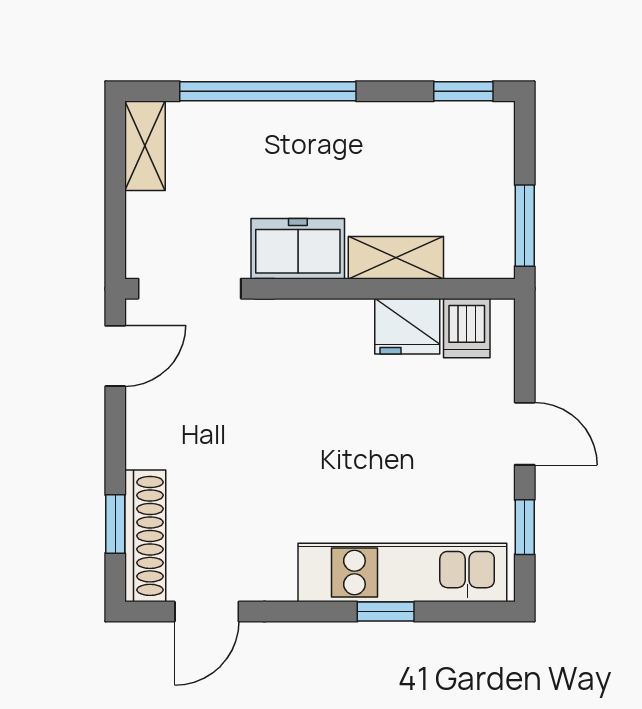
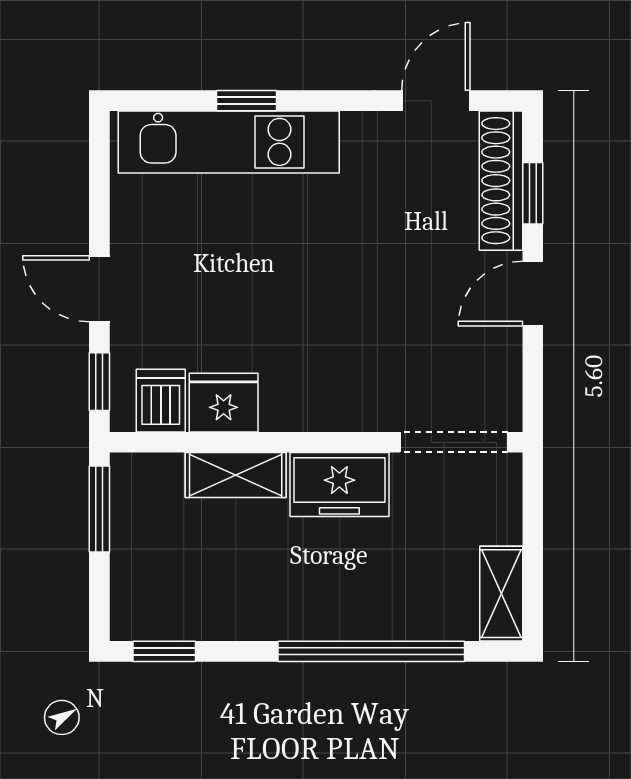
door: (115, 356) -> (533, 294), moved
window: (525, 527) -> (99, 382), moved

